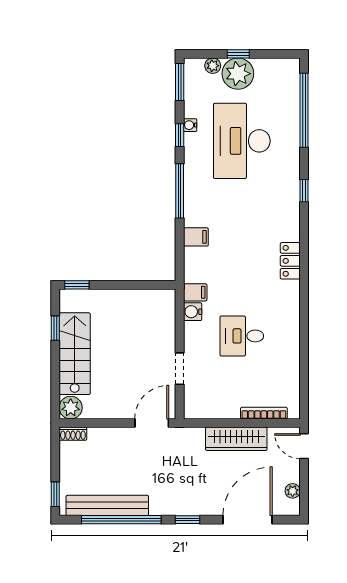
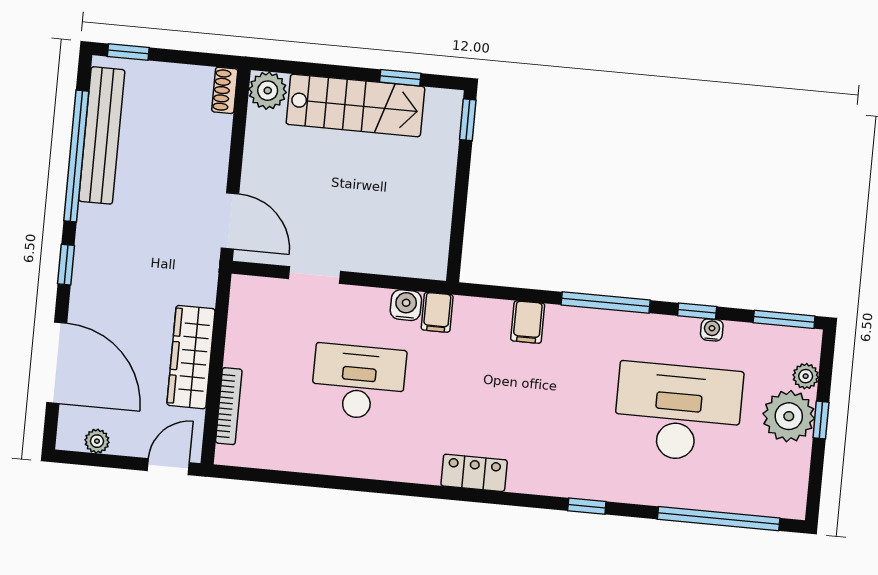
desk: (242, 336) -> (358, 382), width x1.37

